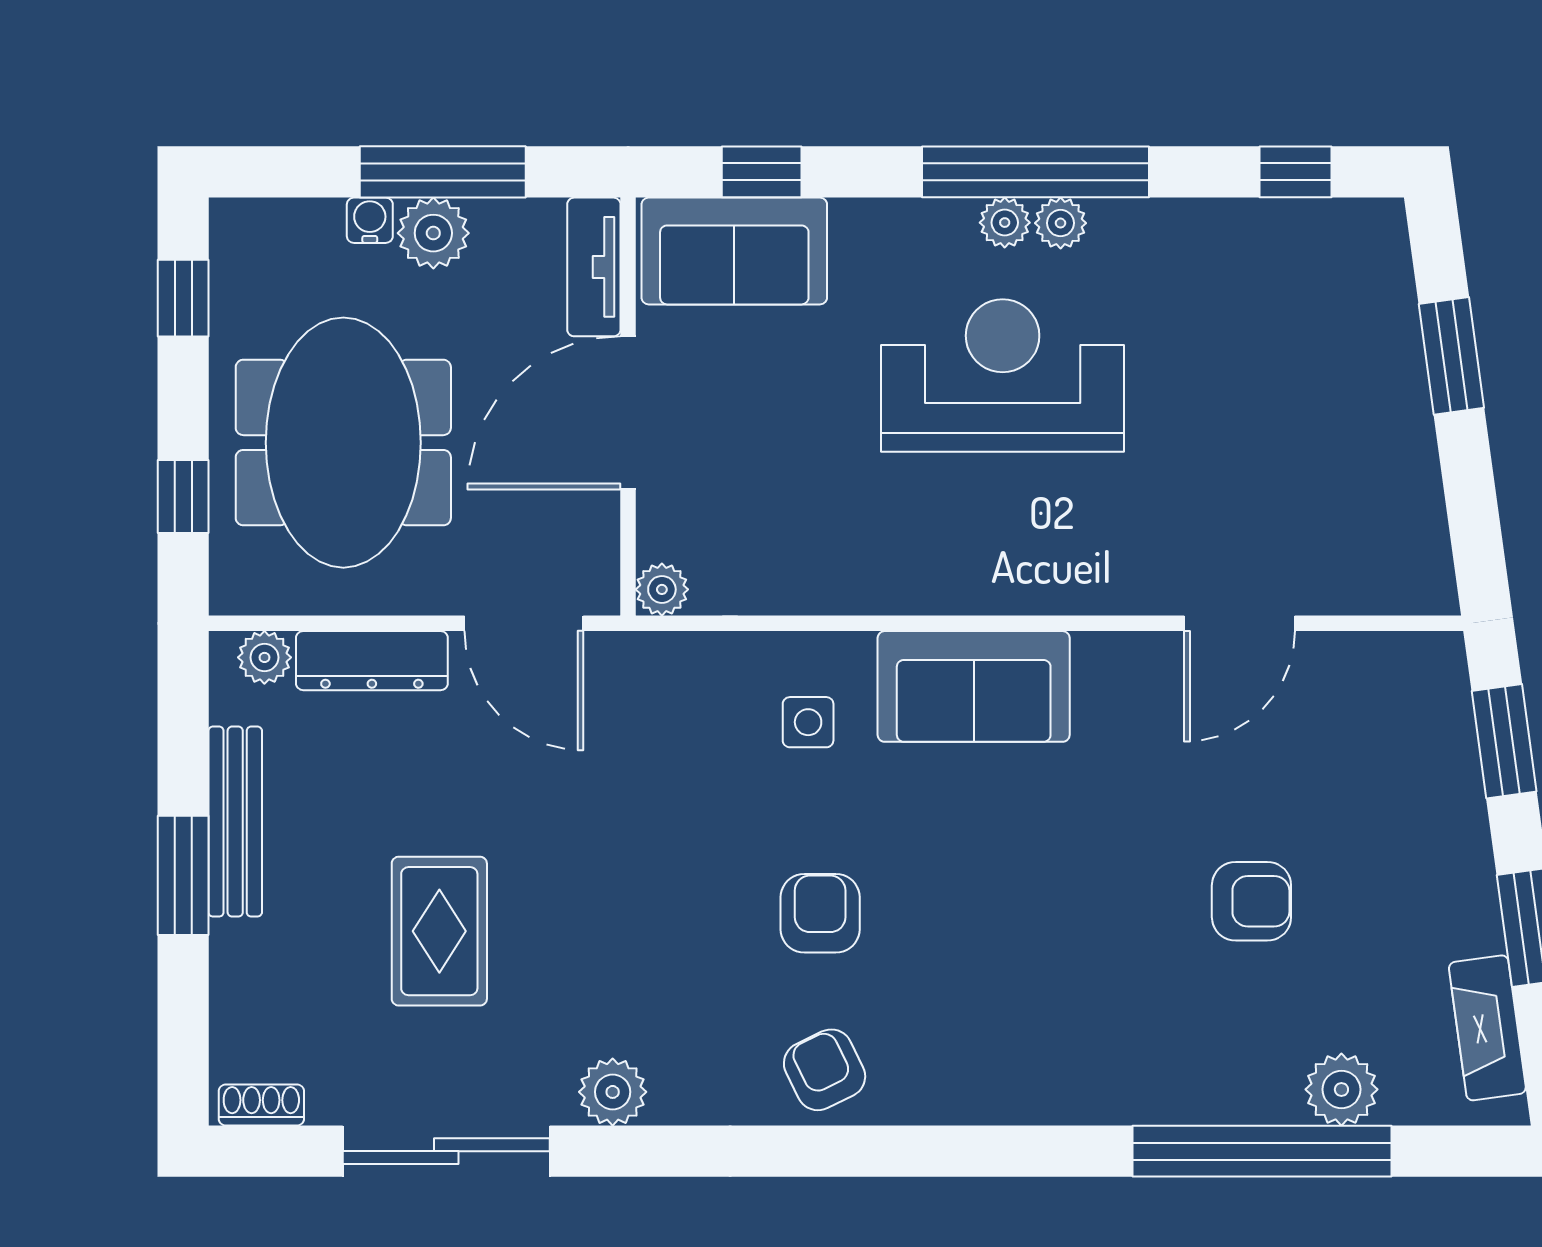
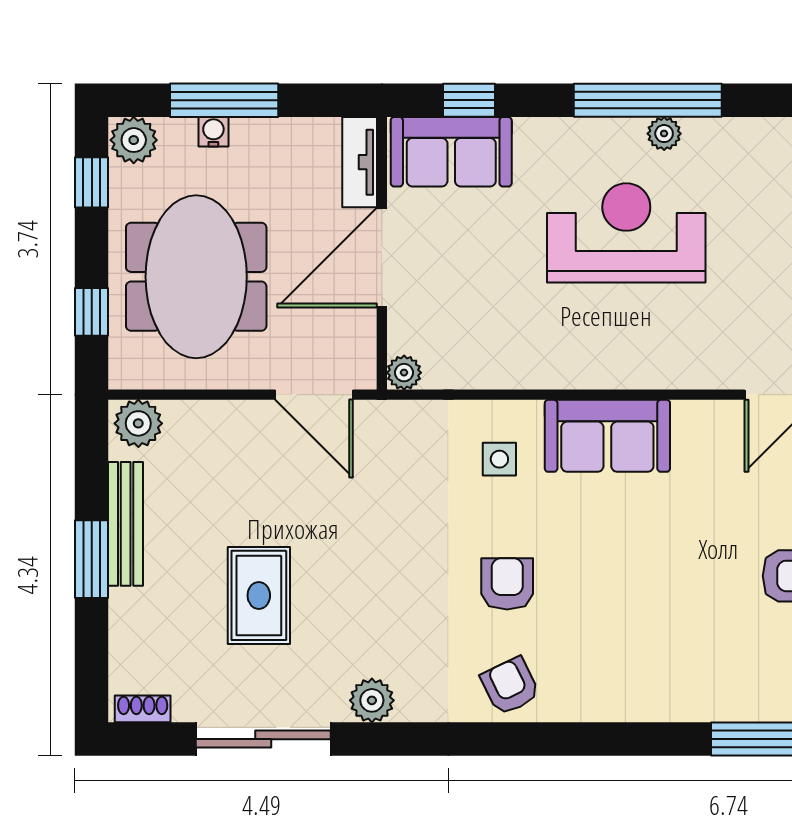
window: (443, 172) -> (224, 100), moved
plant: (1005, 223) -> (628, 133), removed
plant: (433, 233) -> (134, 140), moved
plant: (264, 657) -> (138, 423), width x1.38, depth x1.38
dresser: (372, 661) -> (215, 419), removed

